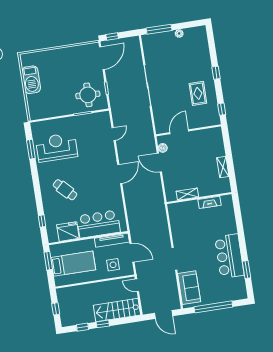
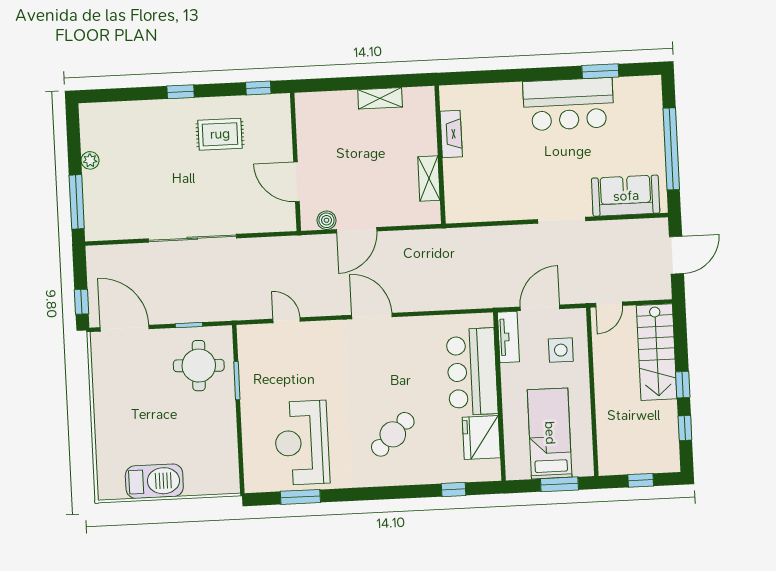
tv unit: (112, 240) -> (508, 337), width x0.71
window: (48, 261) -> (559, 484), moved

